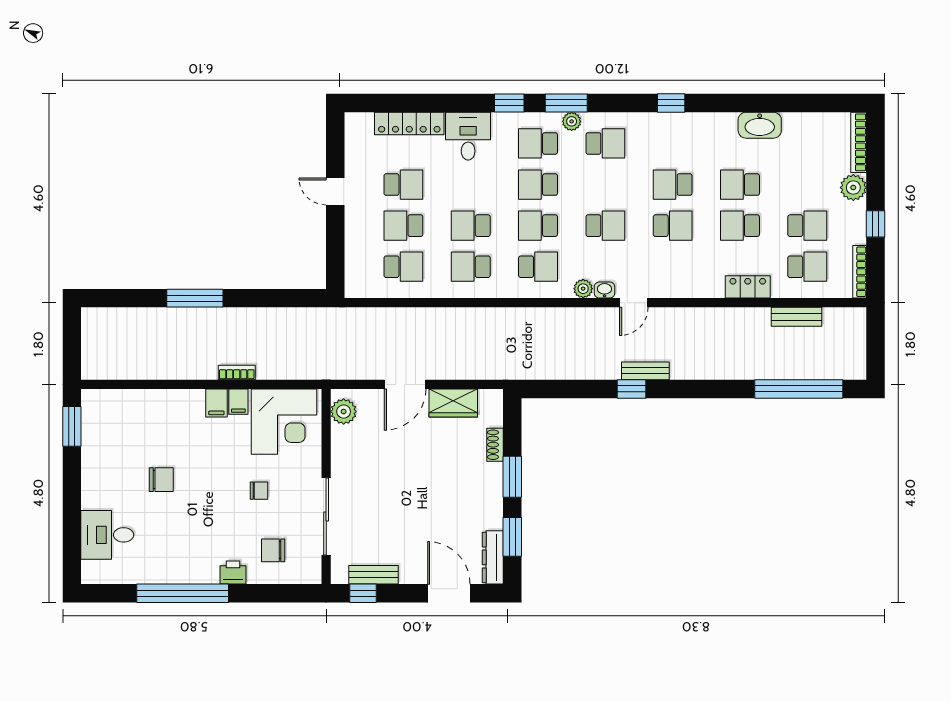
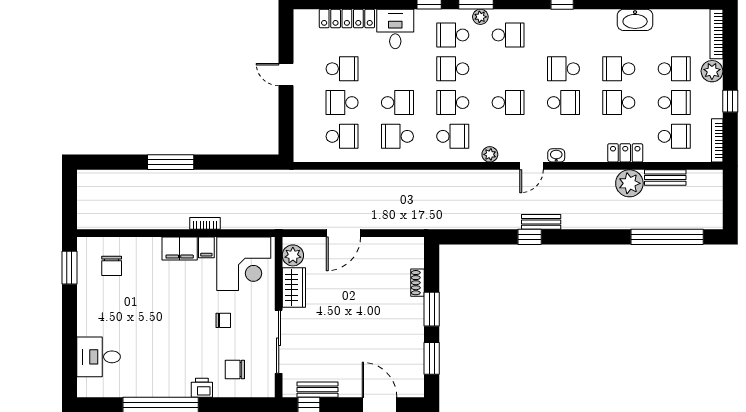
school desk: (807, 185) -> (674, 69), added
school desk: (471, 226) -> (397, 103), turned 180
washbasin: (605, 290) -> (556, 155), moved
plant: (753, 324) -> (629, 183), added
filing cabinet: (216, 403) -> (180, 248), width x2.00
wardrobe: (453, 403) -> (294, 287), moved, turned -90
chair: (161, 480) -> (112, 266), moved, turned 90
dresser: (493, 557) -> (416, 375), removed

